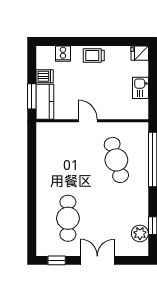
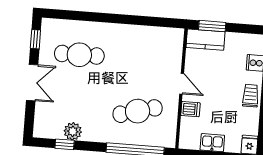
dishwasher: (45, 76) -> (190, 109), moved, turned -90
door: (88, 121) -> (182, 84), hinge flipped
plant: (140, 233) -> (73, 131), moved

